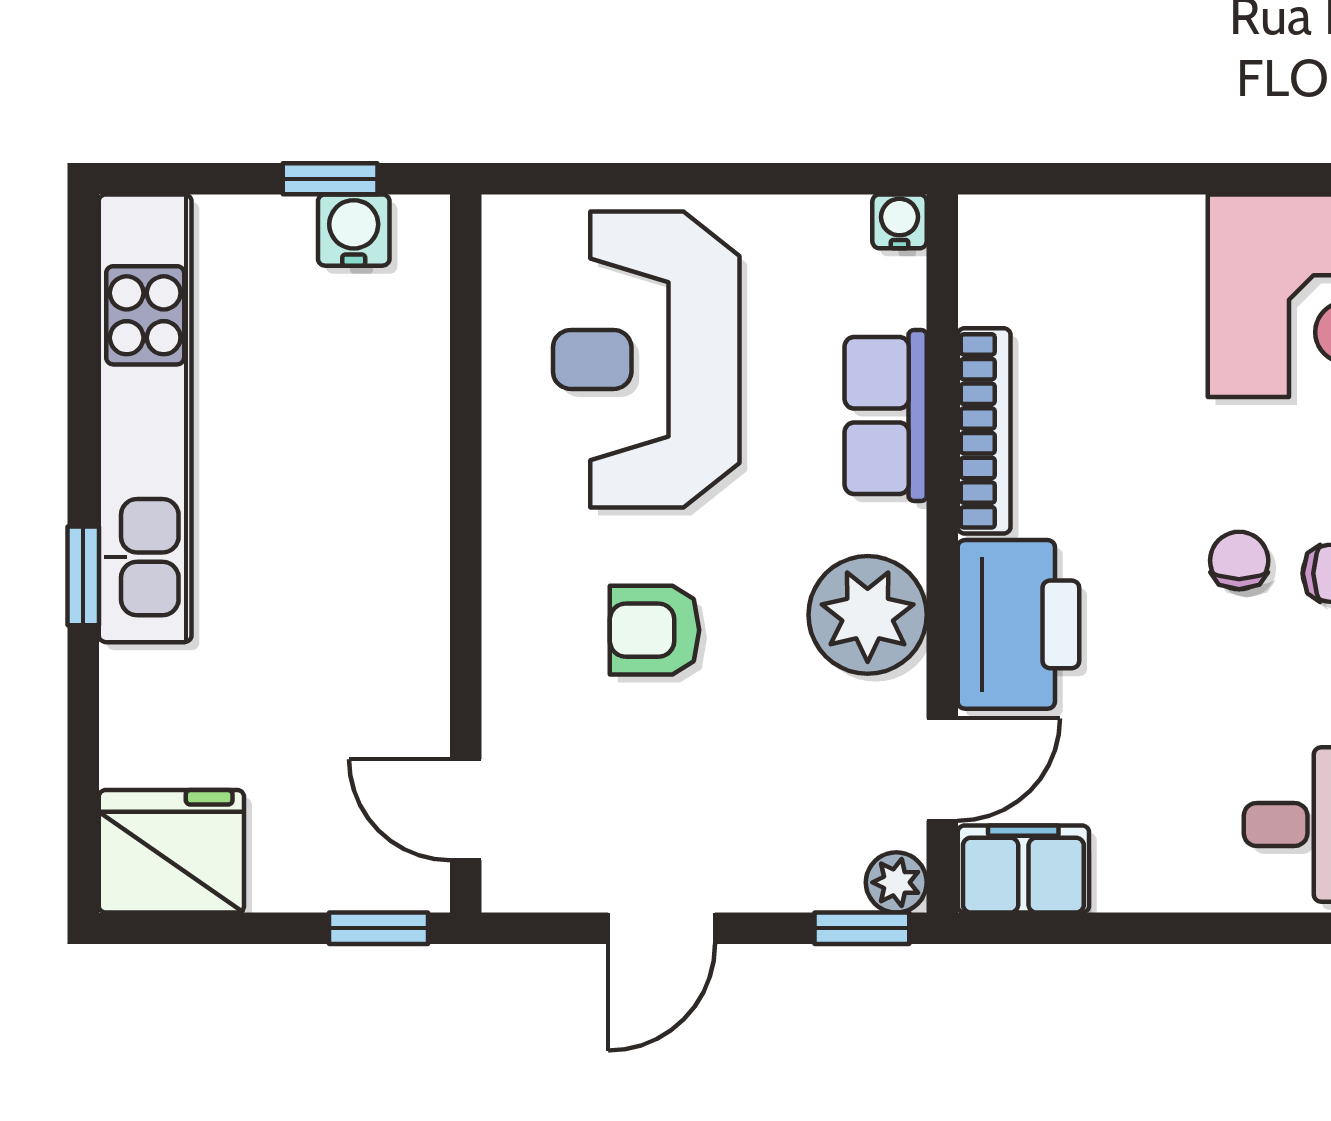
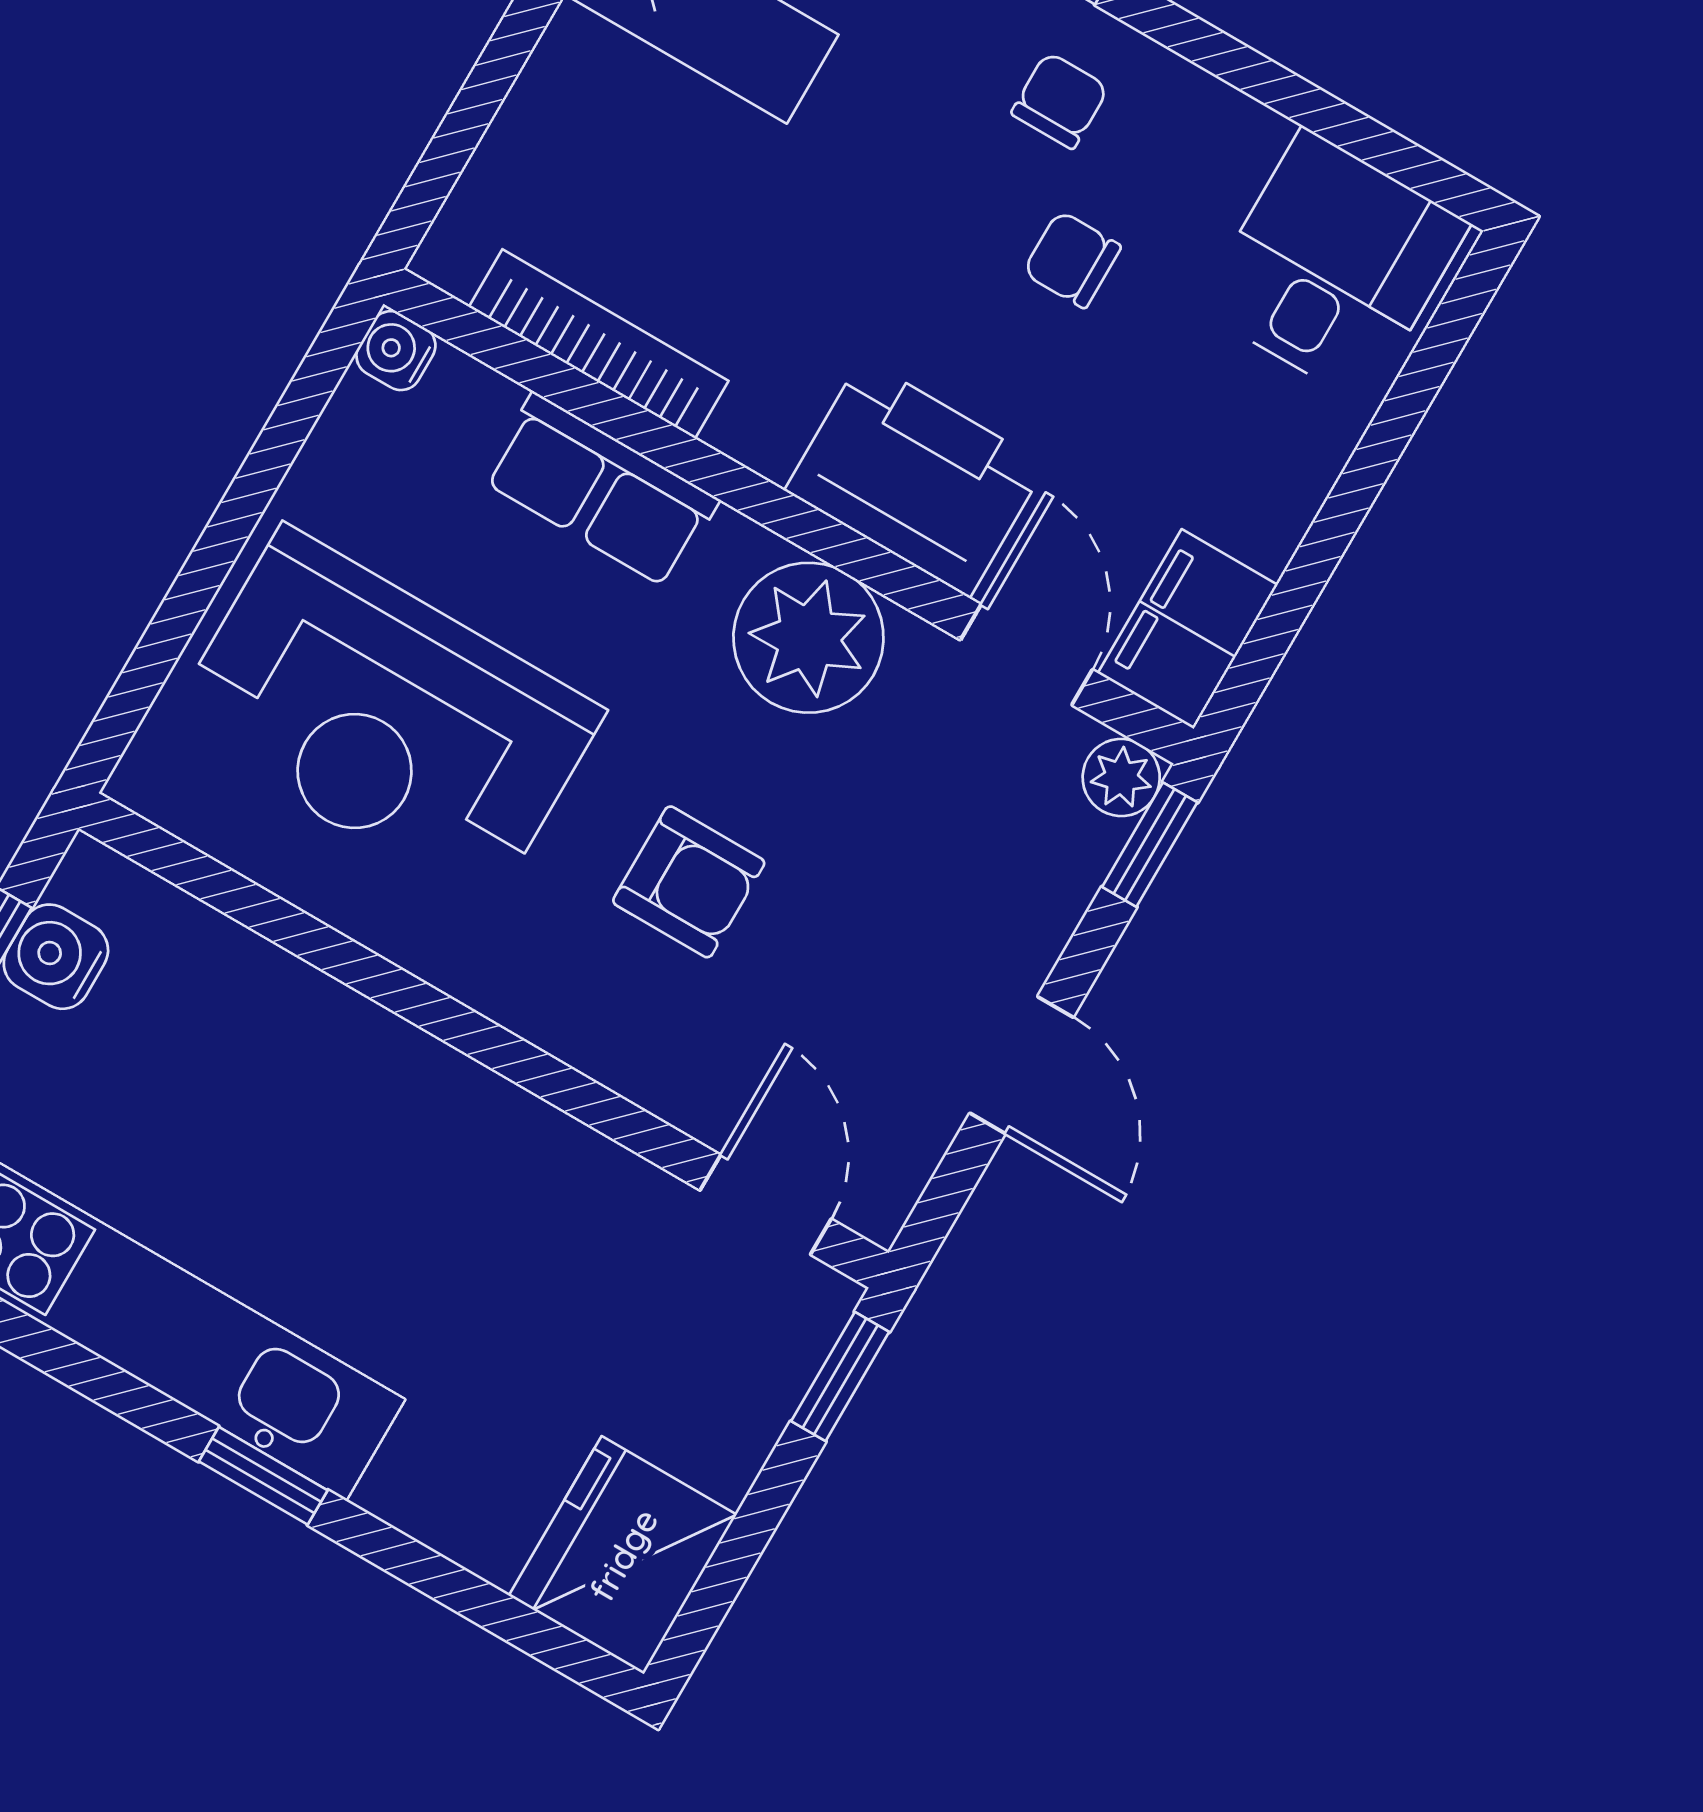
bookcase: (984, 431) -> (599, 344), moved
chair: (1239, 561) -> (1072, 259), moved
armchair: (655, 630) -> (689, 882), turned -90
door: (466, 810) -> (766, 1205), swing flipped

